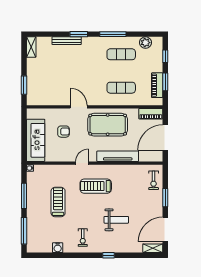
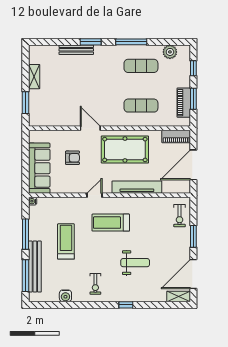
shelving: (31, 47) -> (34, 77), moved
bench: (32, 223) -> (35, 267), added

